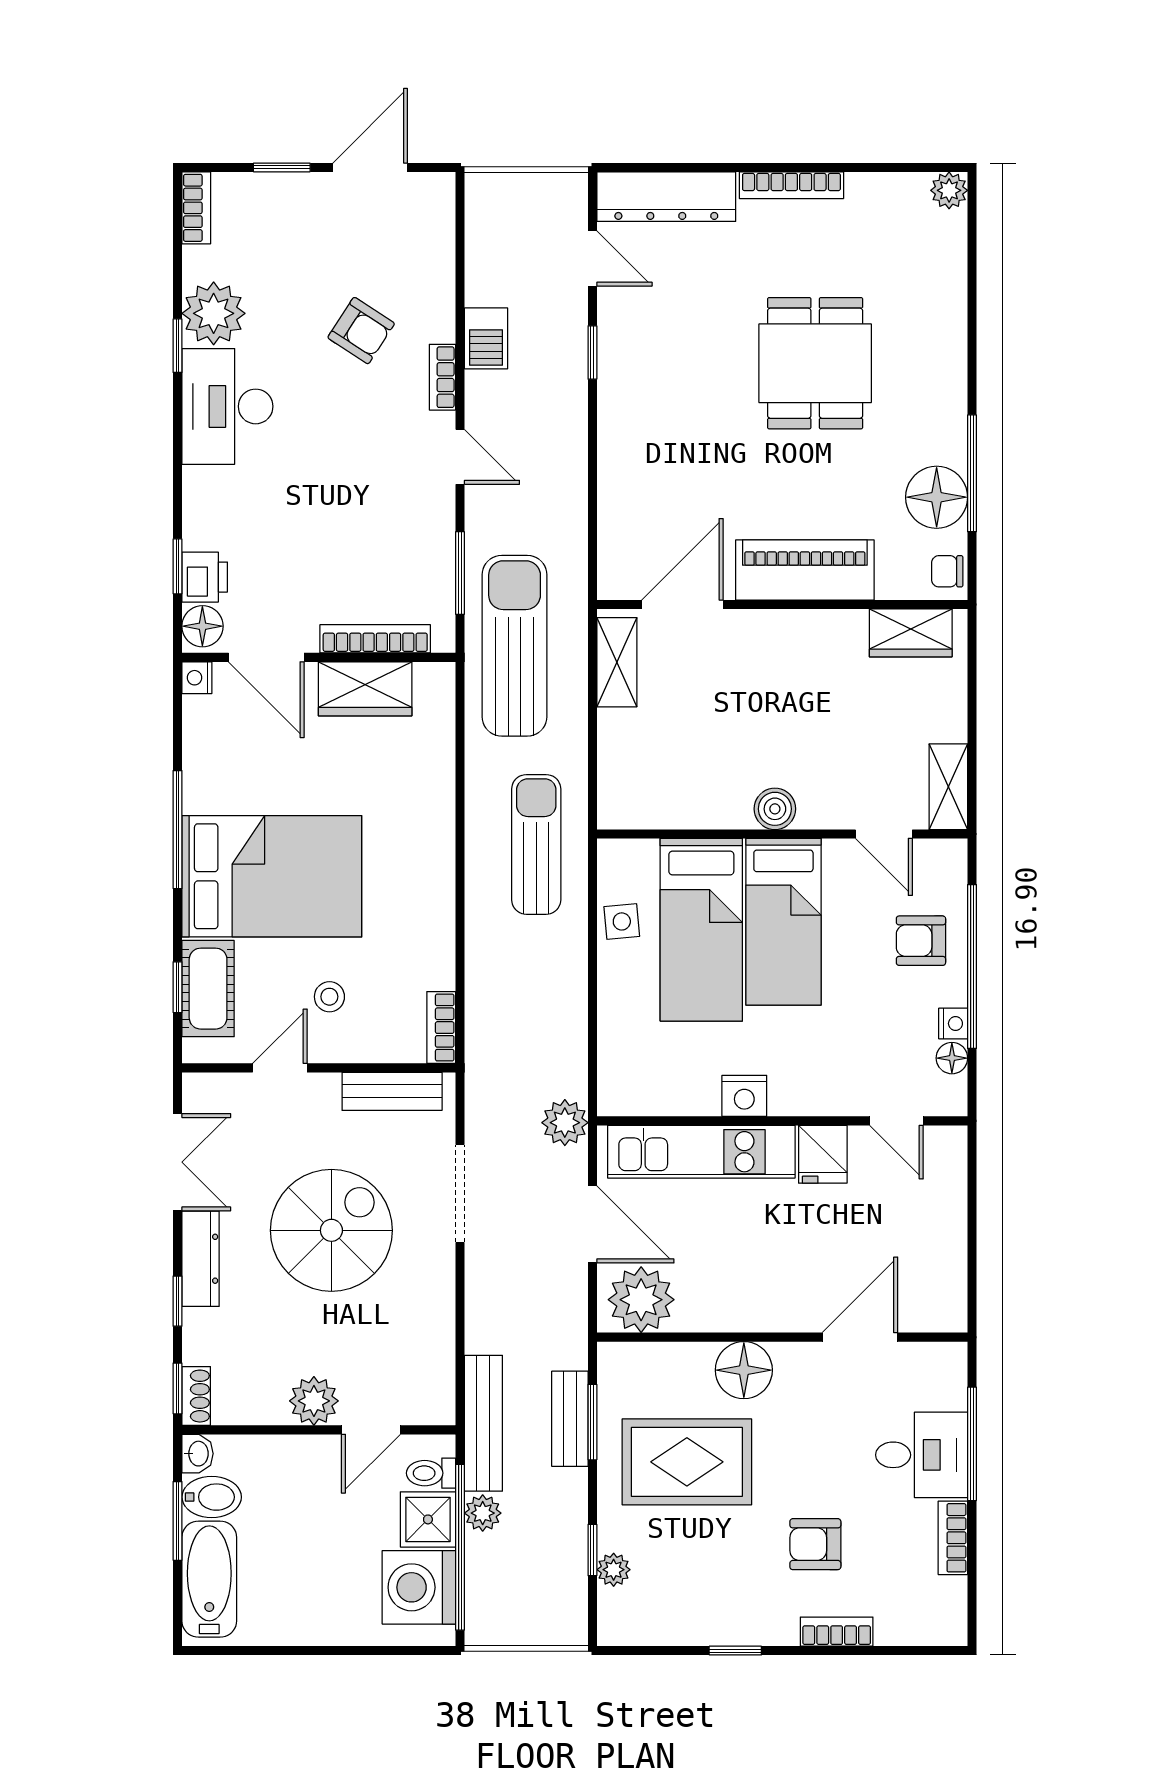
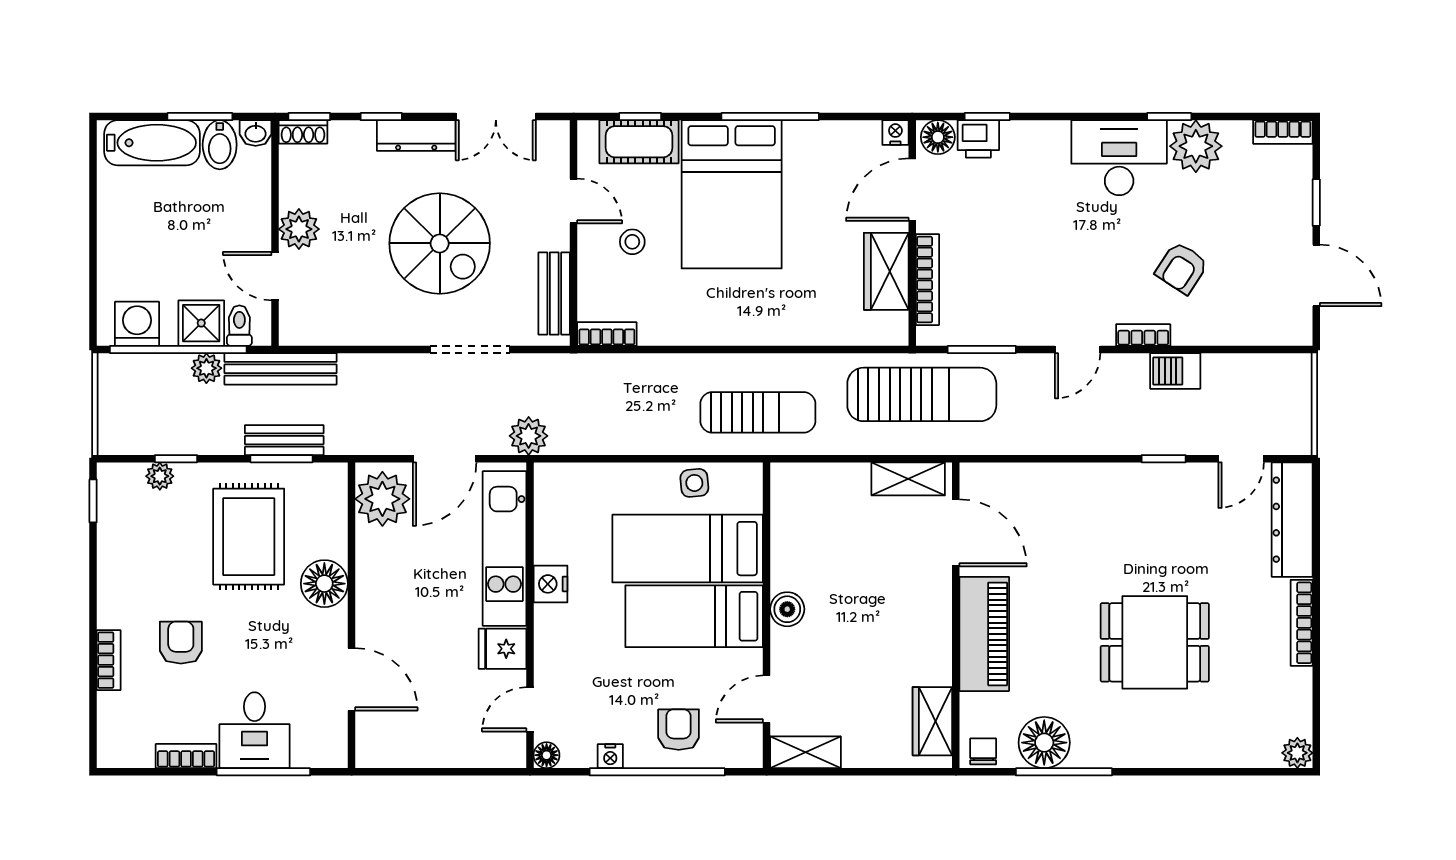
floor lamp: (952, 1058) -> (547, 755), moved
washing machine: (419, 1587) -> (137, 324), width x0.73, depth x0.73
window: (735, 1651) -> (93, 501), moved

